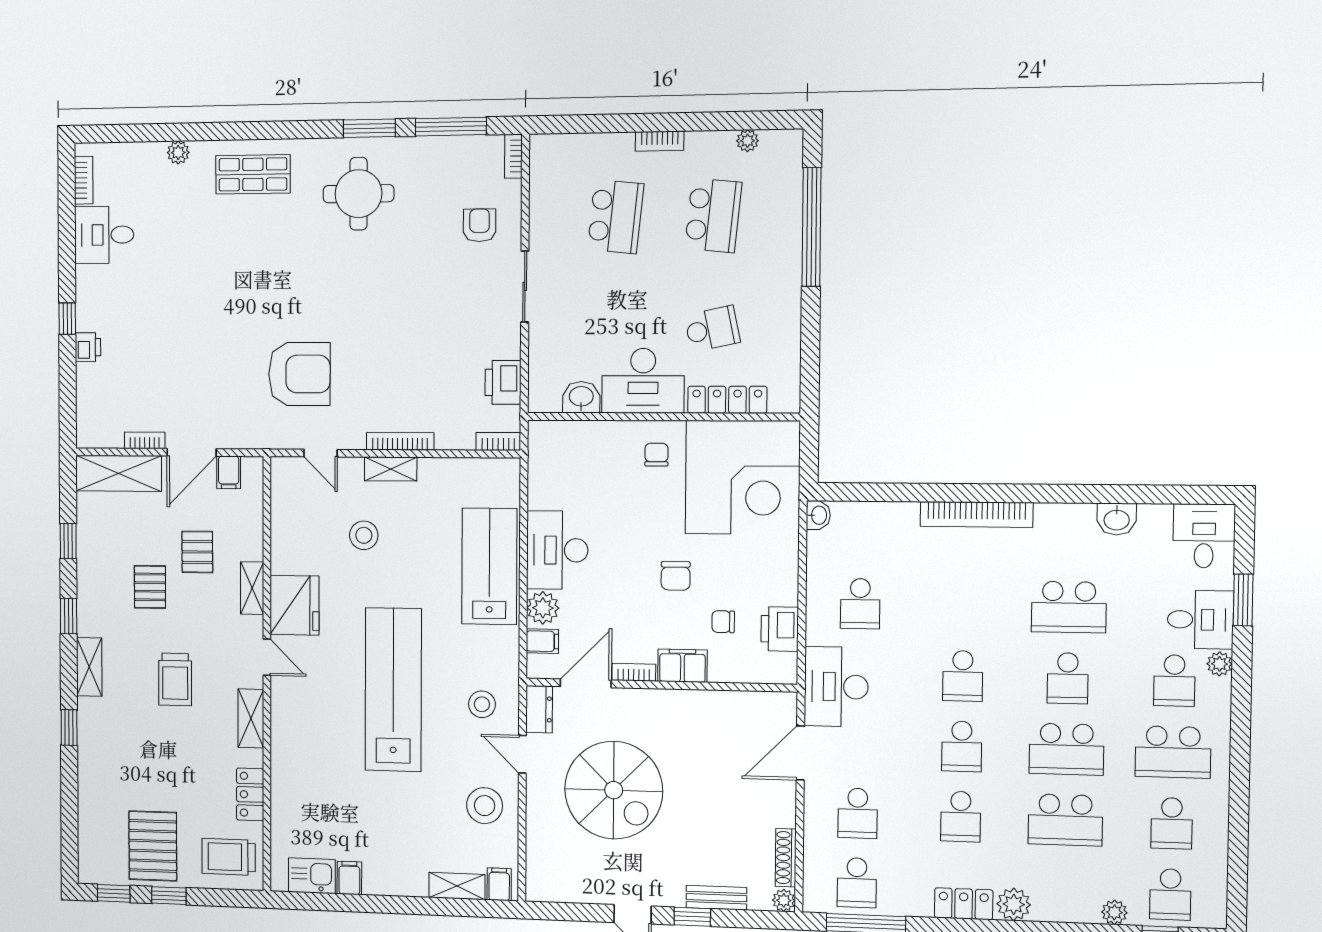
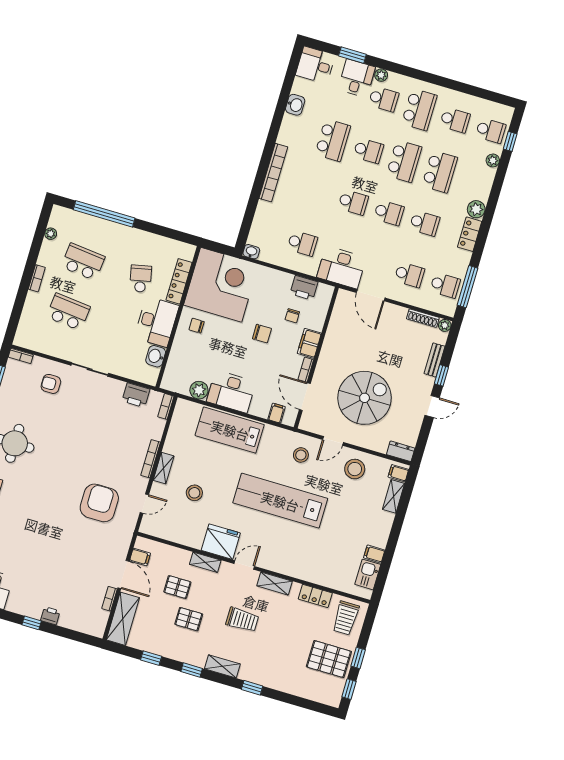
plant: (543, 608) -> (199, 390), moved
dresser: (539, 709) -> (401, 451), moved

